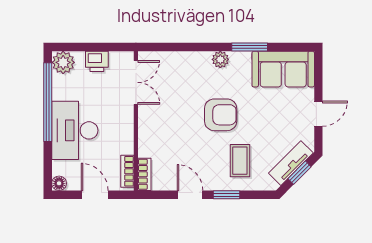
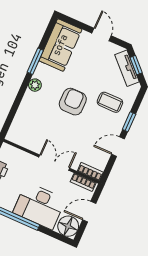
double door: (136, 82) -> (54, 163), moved
floor lamp: (59, 183) -> (68, 226), width x1.89, depth x1.89

